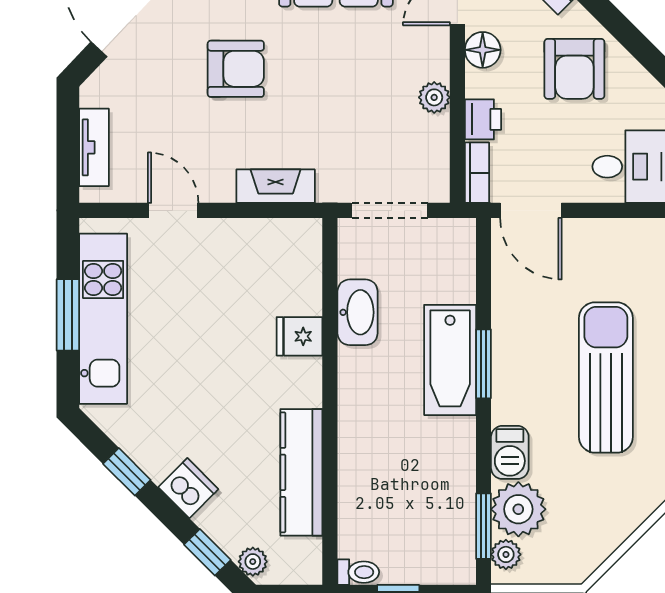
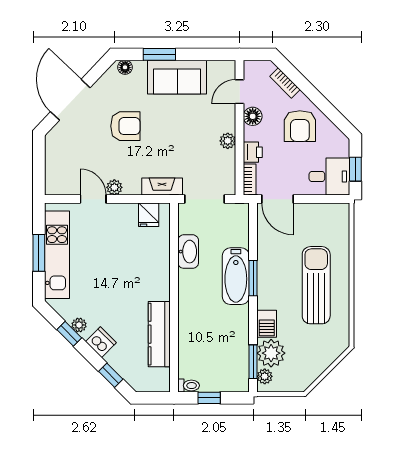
tv unit: (94, 147) -> (52, 167), removed
fireplace: (276, 186) -> (162, 187), moved
plant: (214, 188) -> (114, 187), added
fridge: (300, 336) -> (149, 215), moved, turned -90
plant: (253, 562) -> (79, 325), moved

